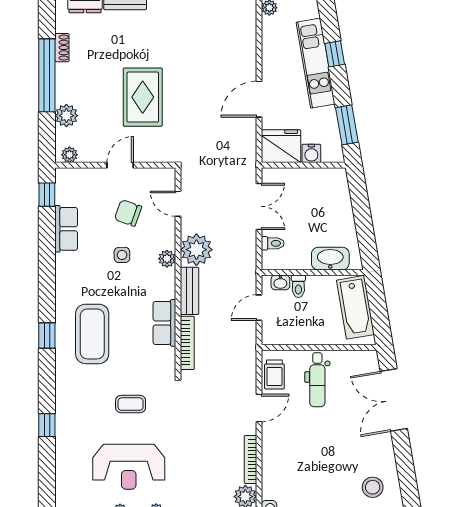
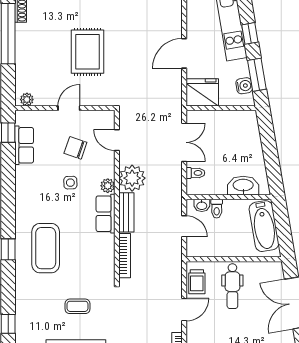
window: (335, 54) -> (250, 33), moved
plant: (66, 116) -> (24, 67), removed
water cooler: (311, 153) -> (244, 86), moved, turned -100
row of seats: (66, 229) -> (24, 145), moved
door: (259, 308) -> (184, 226), swing flipped
row of seats: (164, 323) -> (106, 214), moved

